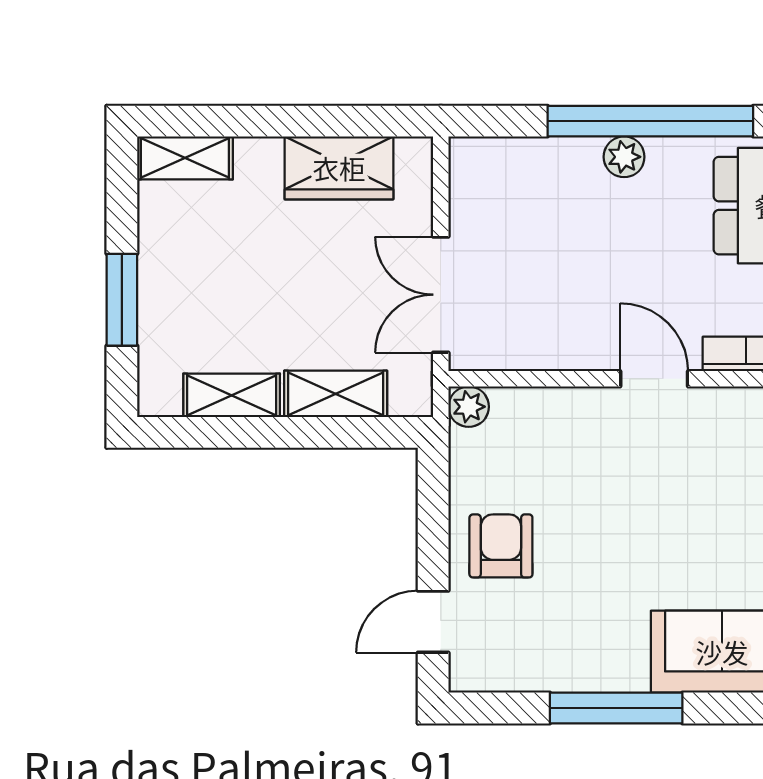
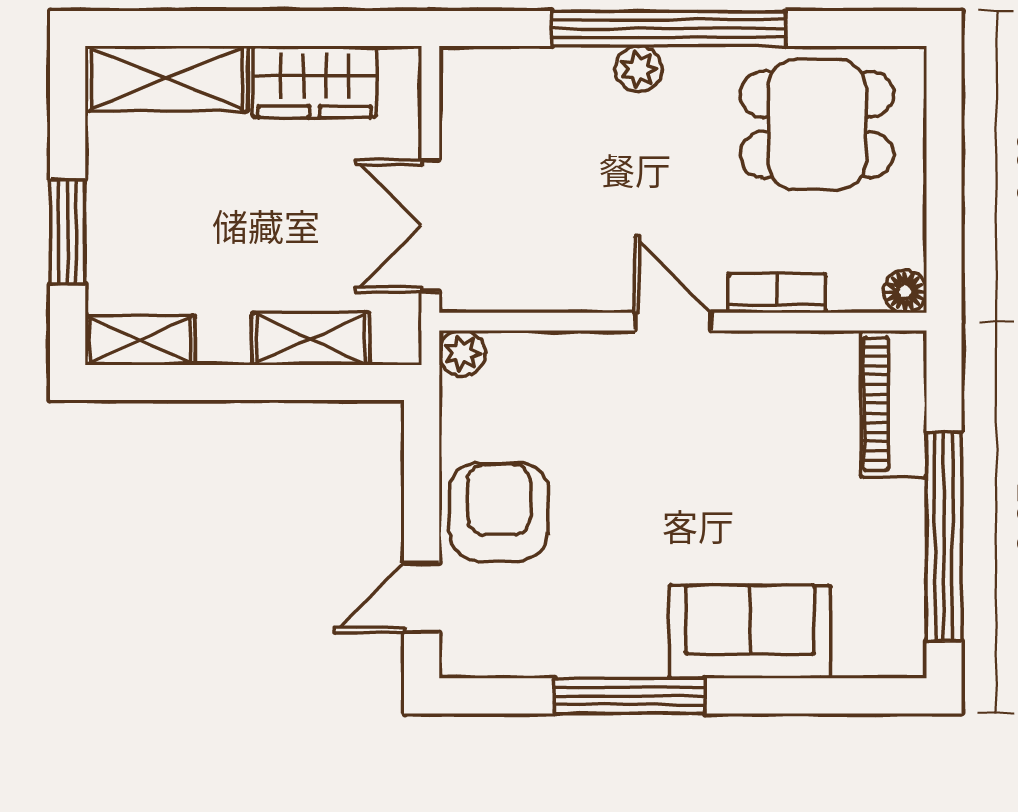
shelving: (185, 158) -> (167, 79), width x1.50, depth x1.33
shelving: (232, 395) -> (140, 340), moved
armchair: (501, 546) -> (499, 512), width x1.38, depth x1.38

